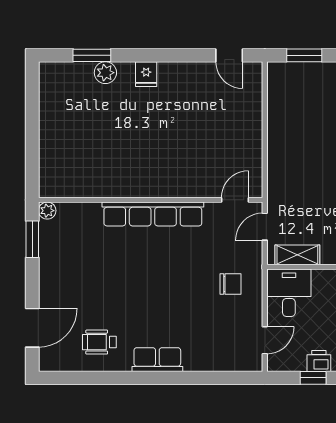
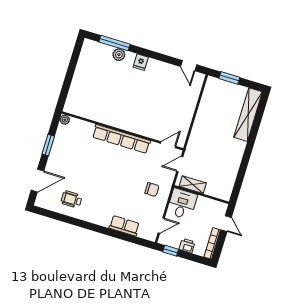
window: (92, 55) -> (114, 43), width x1.44
window: (32, 239) -> (48, 145), moved
row of seats: (157, 360) -> (124, 226), moved
window: (313, 378) -> (171, 251), moved

